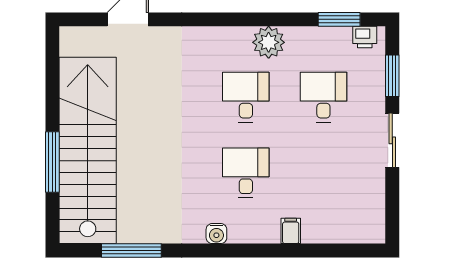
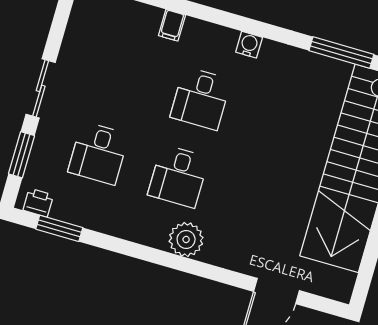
plant: (269, 42) -> (186, 239), moved

